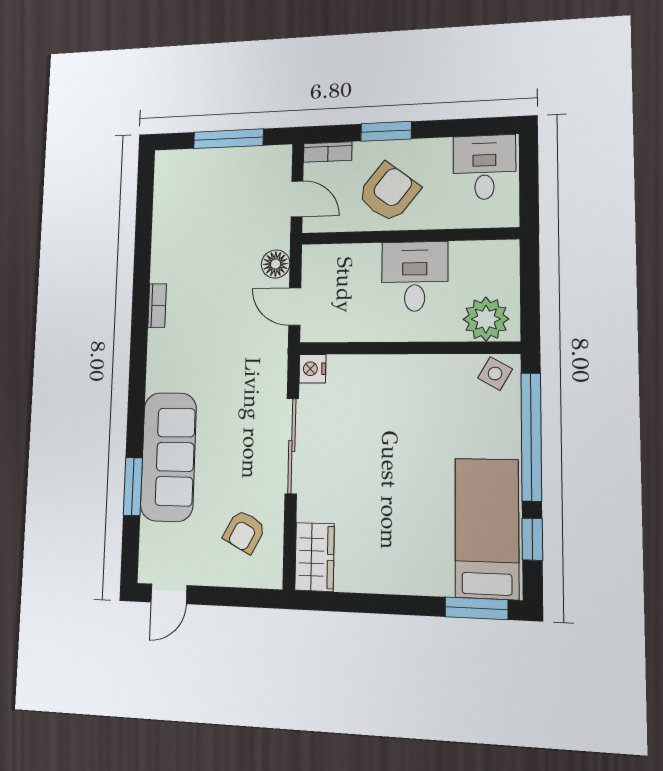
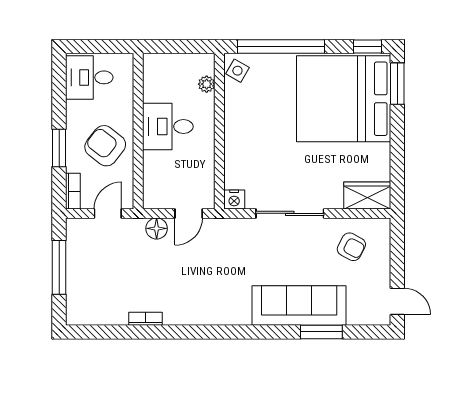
bookcase: (157, 306) -> (145, 319), moved
plant: (486, 319) -> (207, 84), width x0.53, depth x0.53
bed: (487, 528) -> (344, 99), width x2.04
window: (532, 539) -> (368, 47), moved

